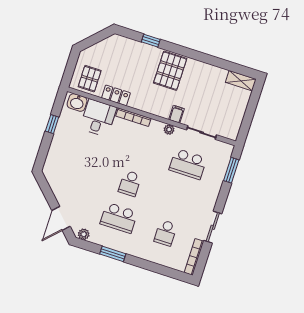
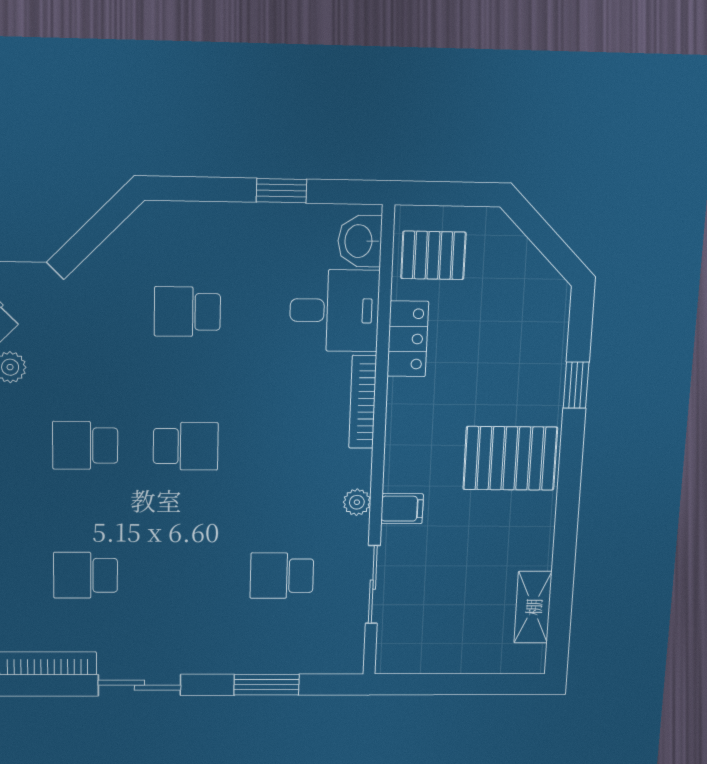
shelving: (241, 81) -> (533, 607), moved
school desk: (188, 164) -> (282, 576), width x0.54
school desk: (83, 168) -> (187, 312), added
window: (231, 170) -> (267, 685), moved
school desk: (130, 183) -> (186, 446), turned 180
school desk: (119, 218) -> (85, 445), width x0.54

